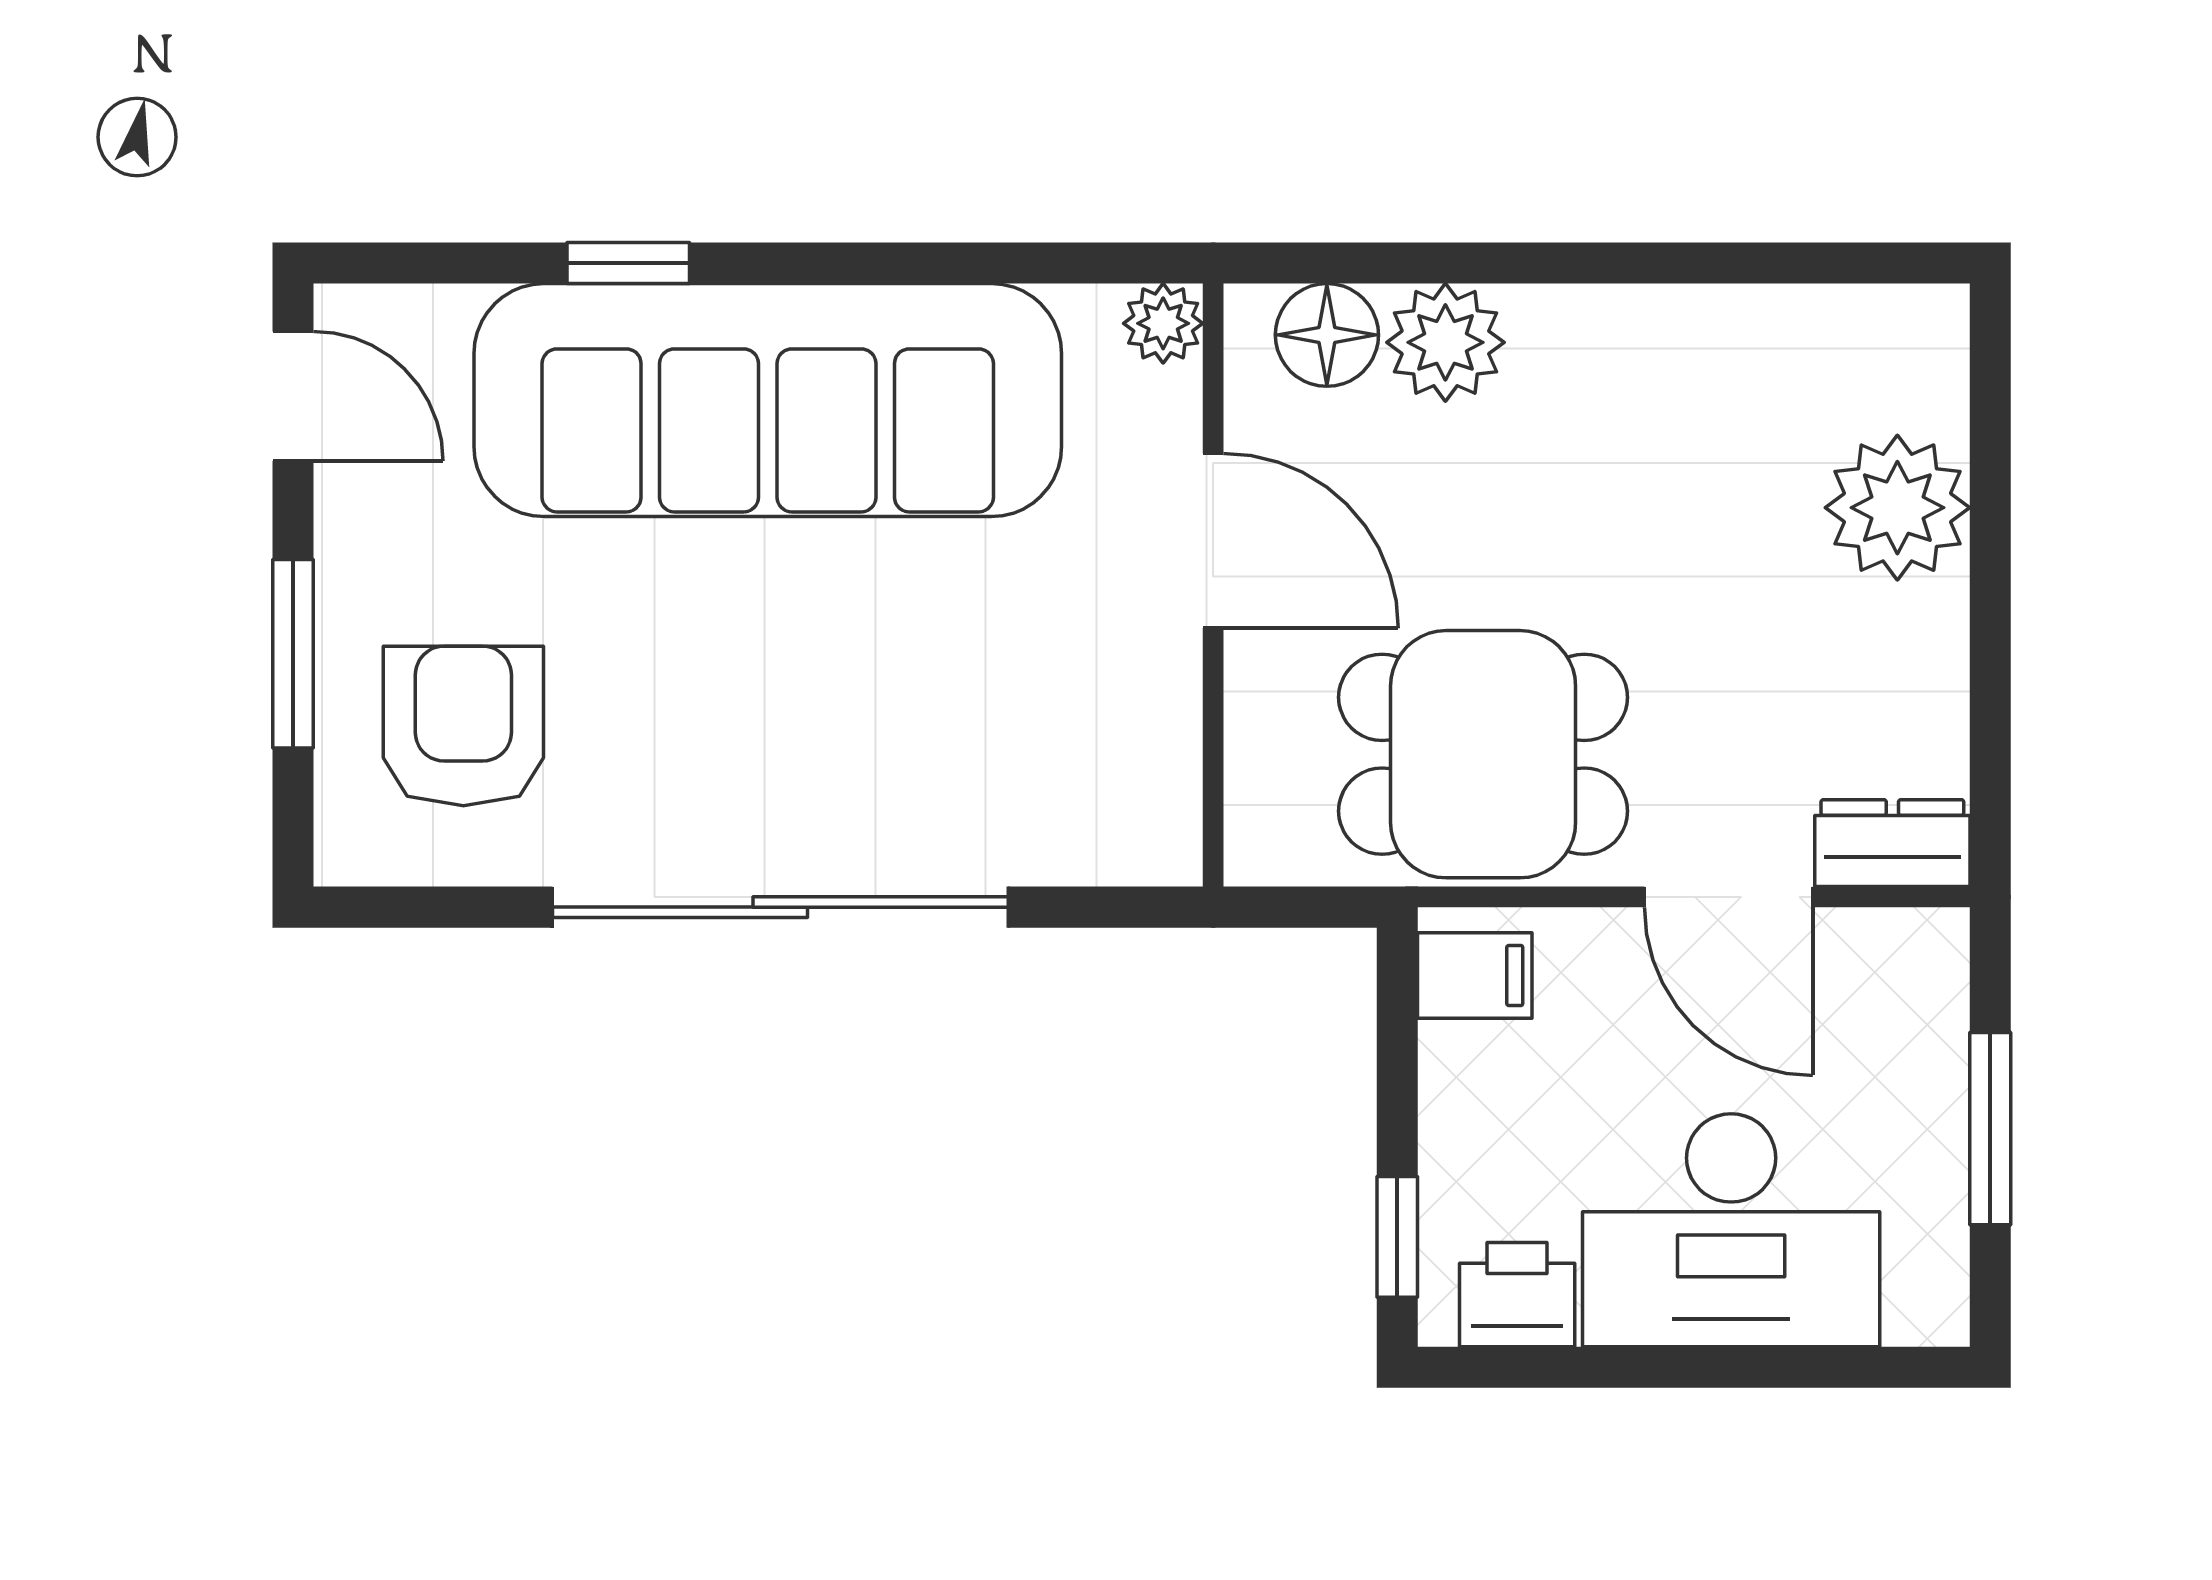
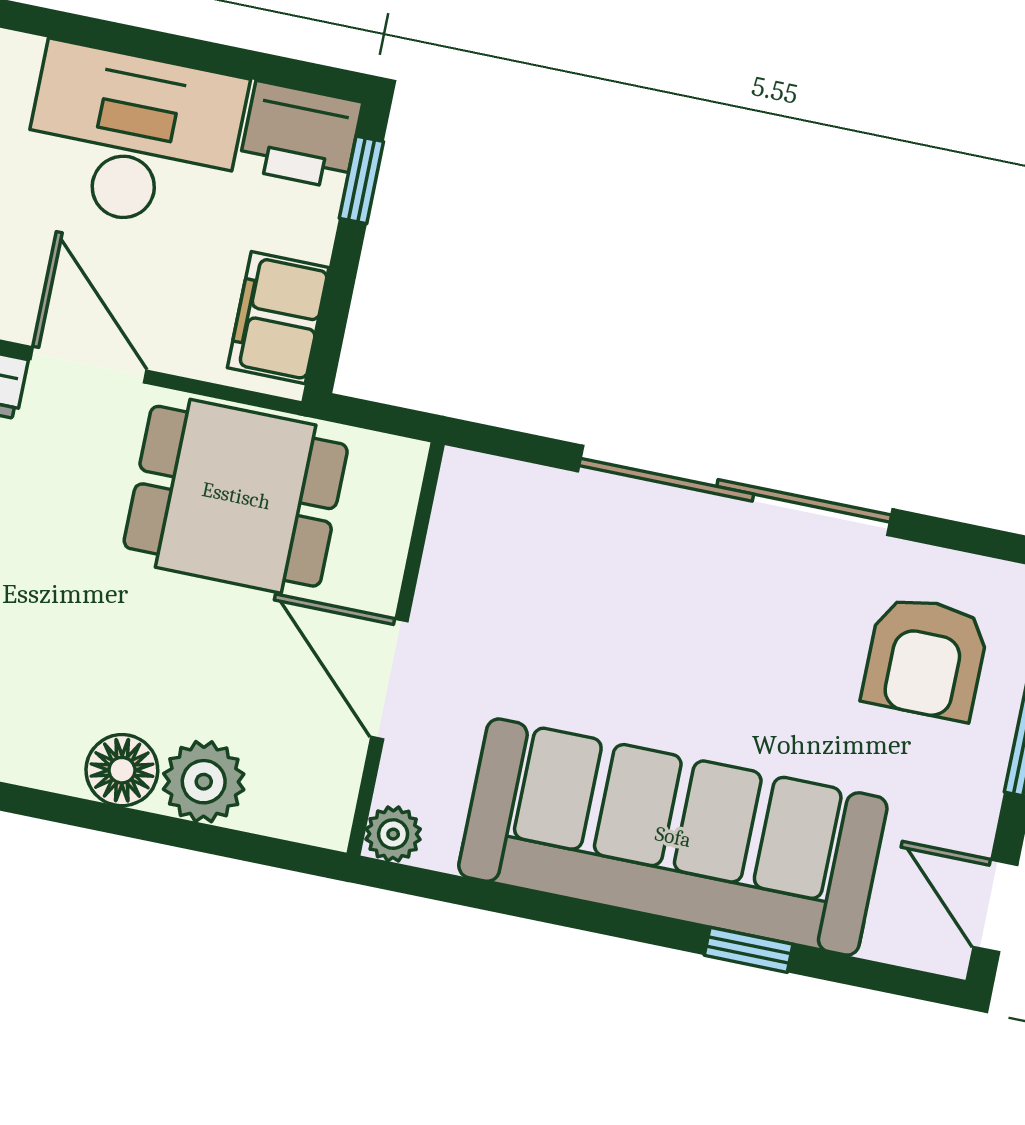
floor lamp: (1327, 335) -> (122, 770), moved
filing cabinet: (1475, 975) -> (278, 318), width x2.00
printer: (1517, 1295) -> (300, 135), width x1.36, depth x1.24

